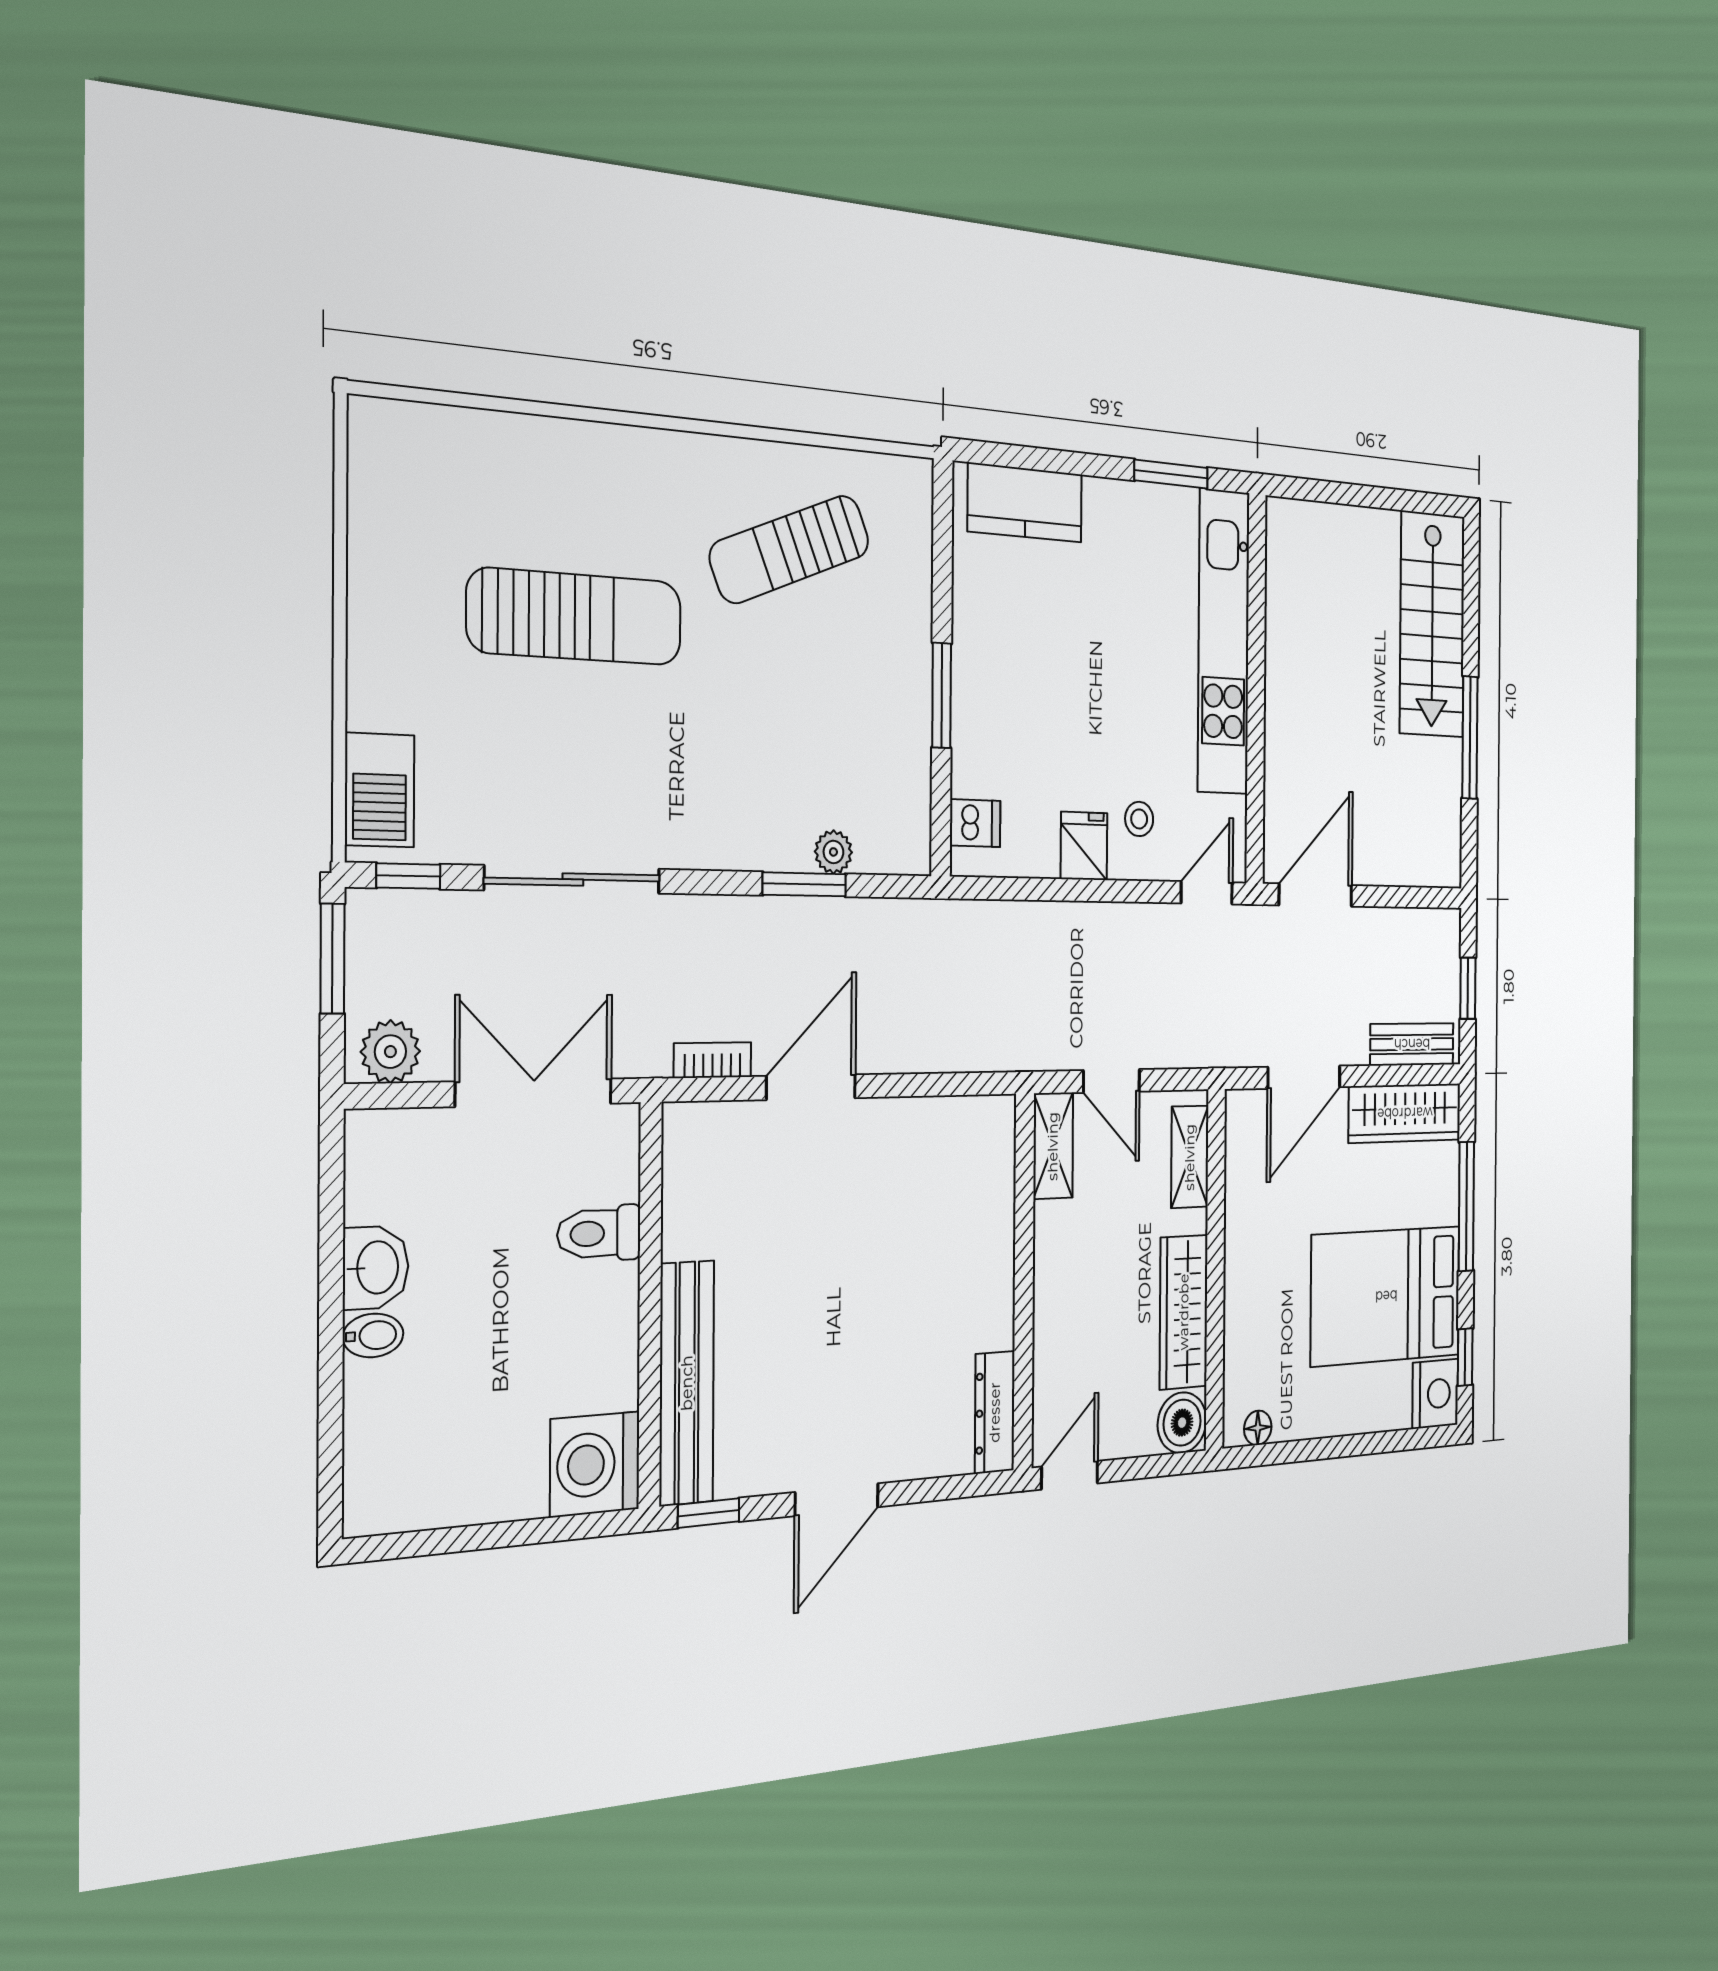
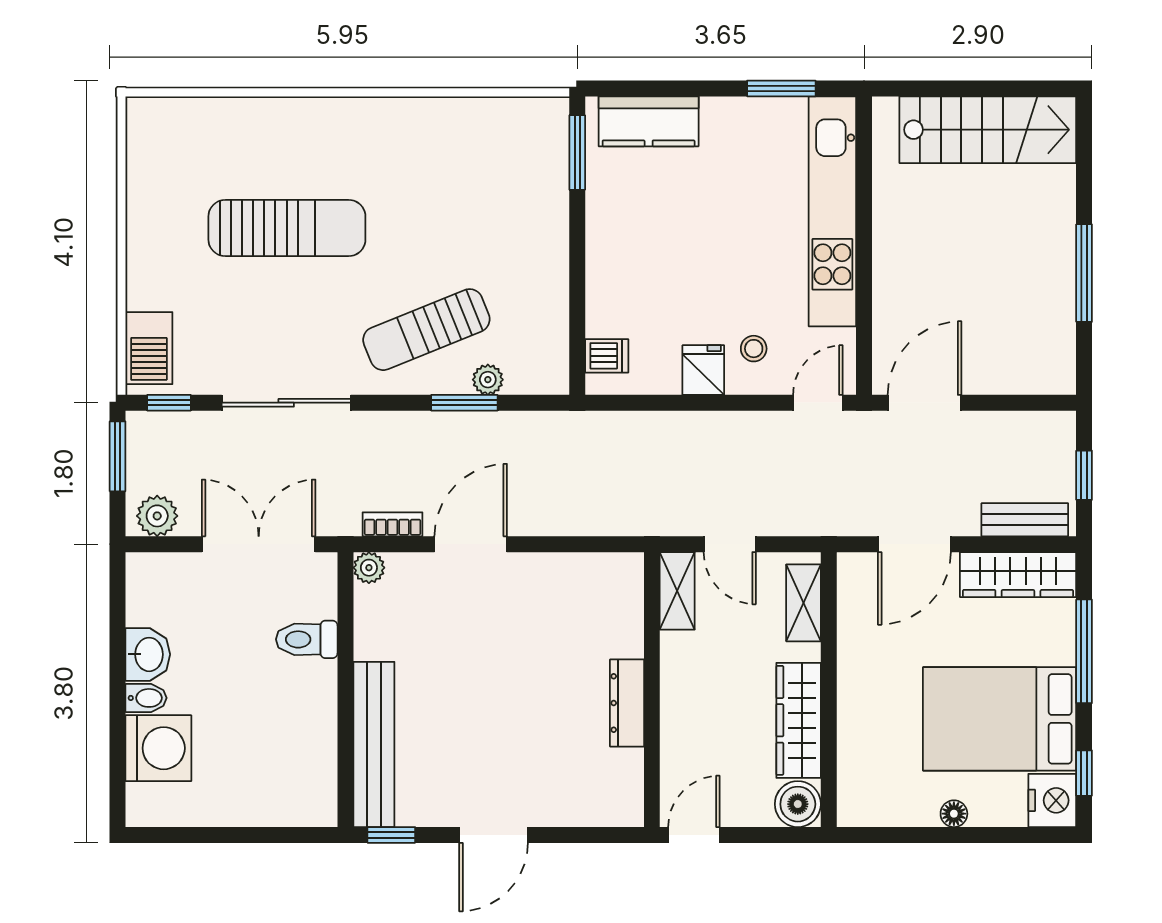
sun lounger: (790, 549) -> (426, 330), moved
stairs: (1432, 625) -> (988, 130), moved, turned -90
window: (942, 695) -> (577, 153), moved
plant: (682, 1124) -> (369, 568), added
dresser: (995, 1412) -> (627, 703), moved
floor lamp: (1258, 1428) -> (954, 814), moved
washing machine: (595, 1464) -> (158, 748), moved, turned 180

